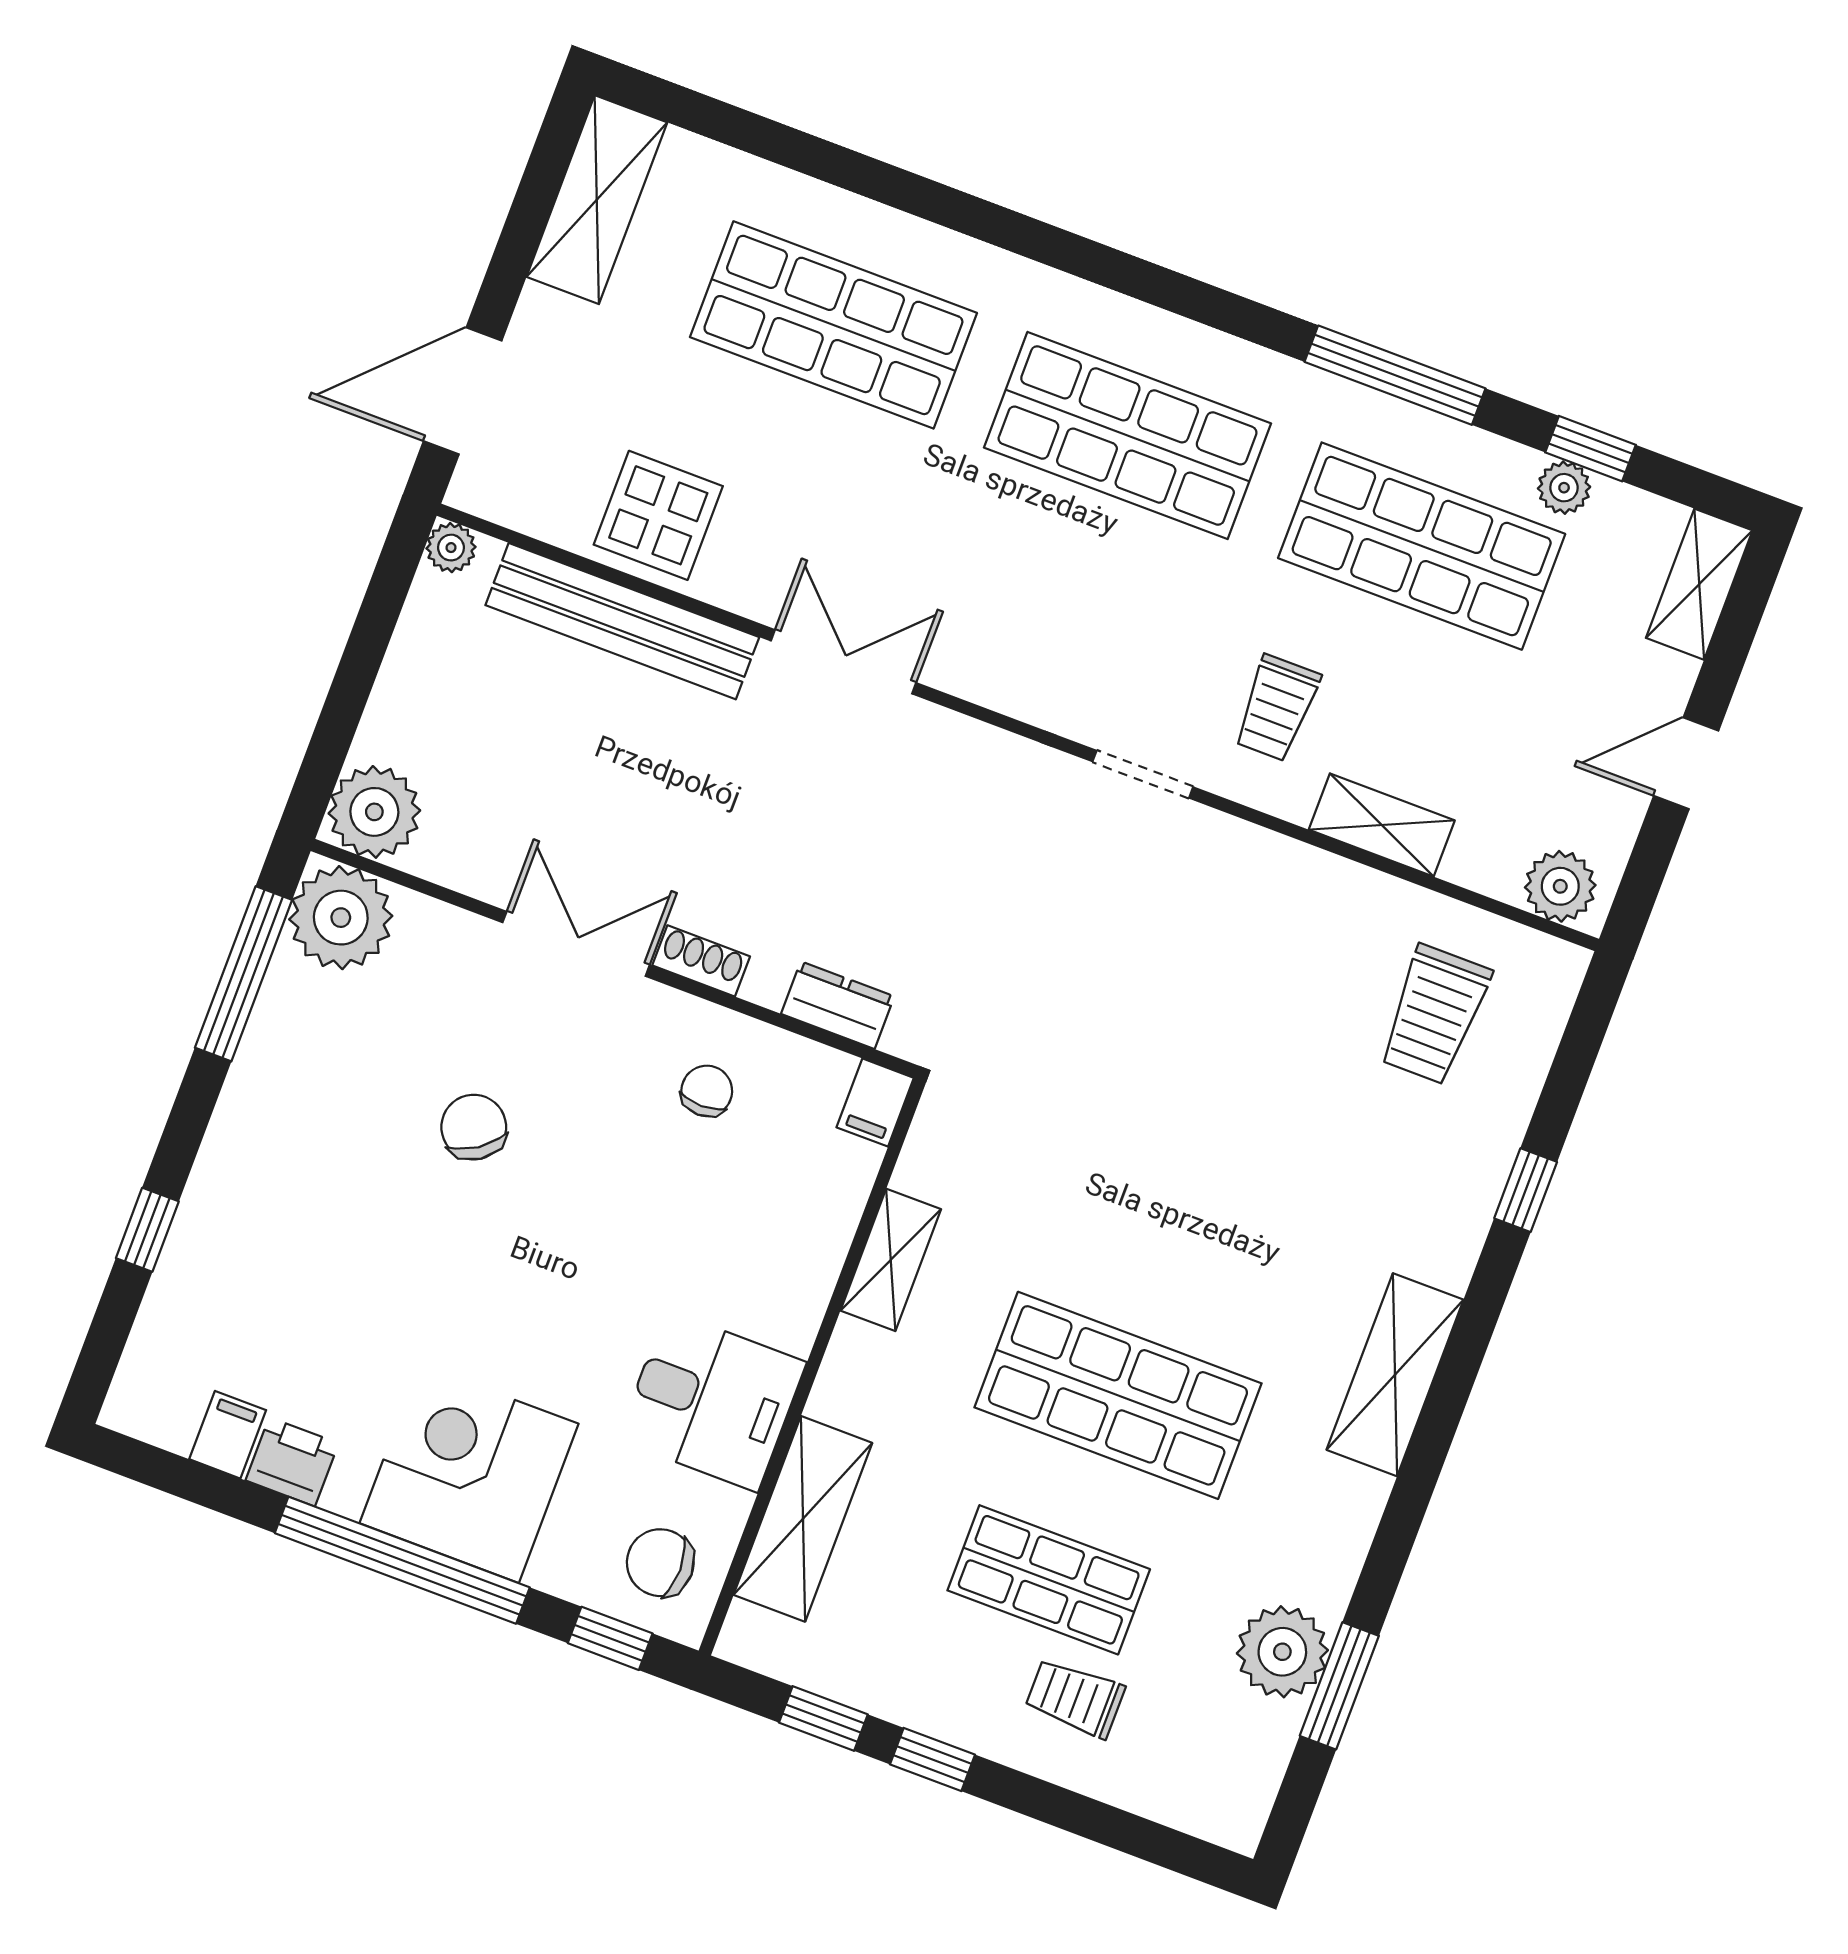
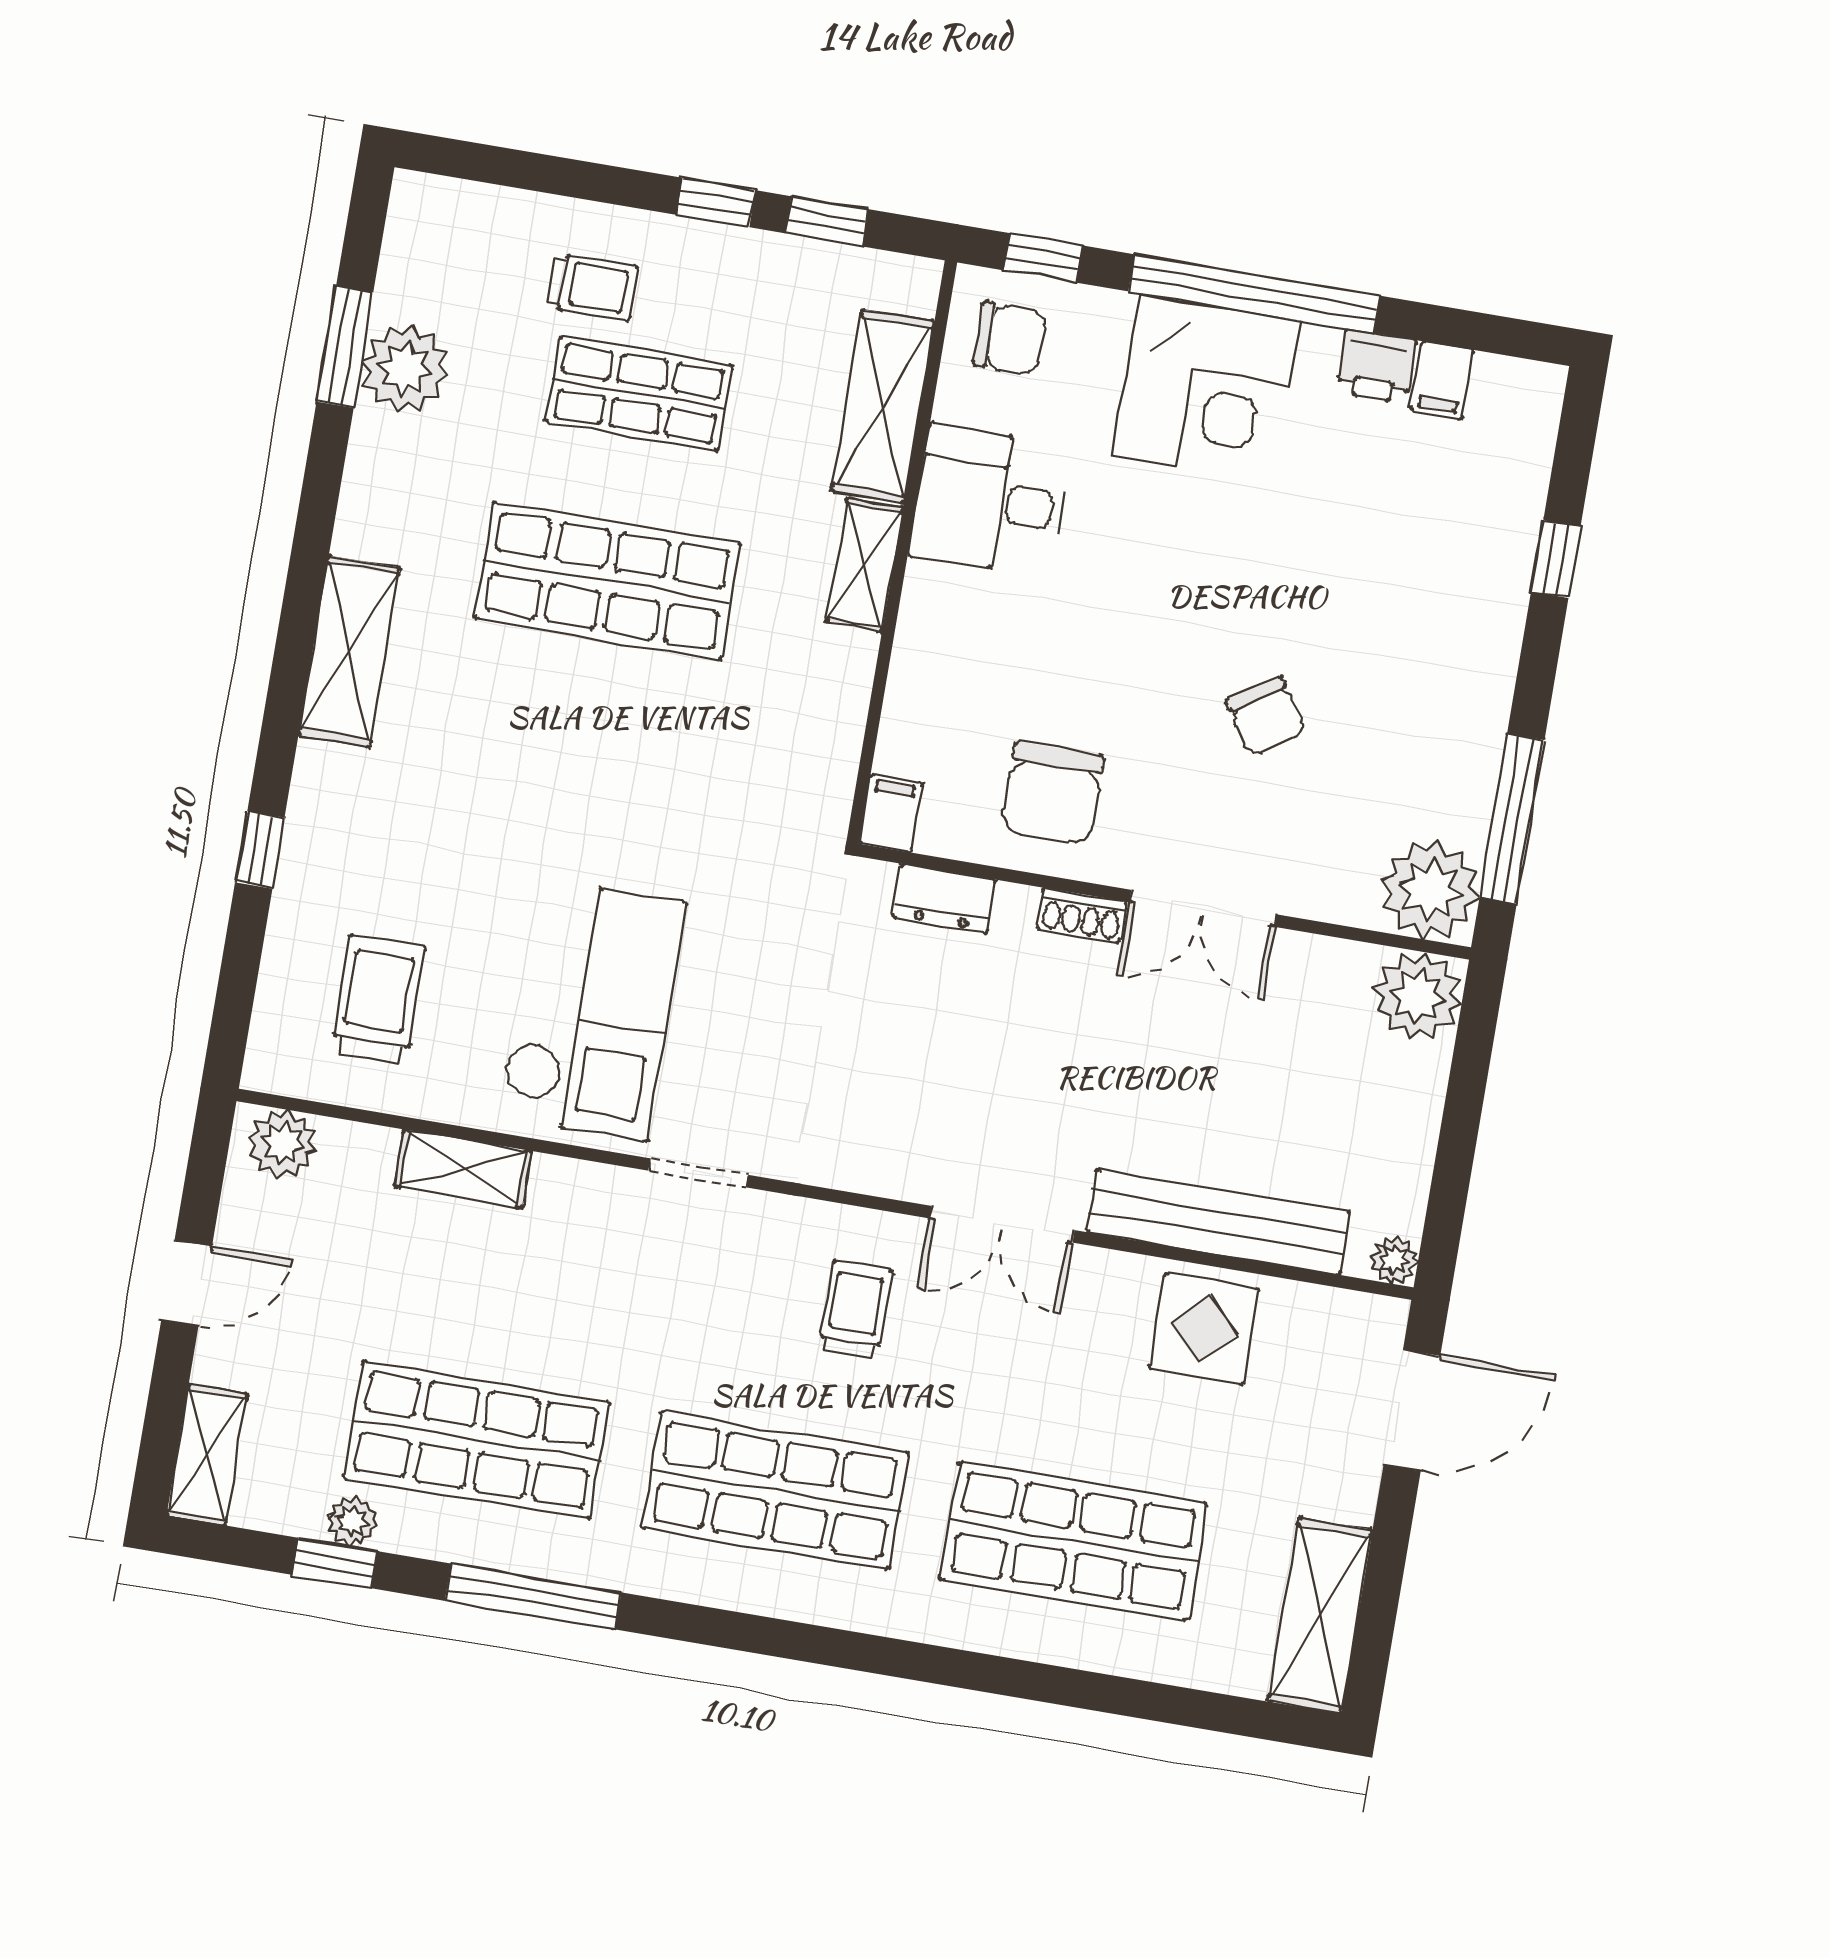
trolley: (1277, 708) -> (856, 1309), moved
checkout: (1218, 962) -> (593, 1009), added
chair: (707, 1091) -> (1052, 793), width x1.87, depth x1.87
shelving: (891, 1260) -> (865, 565), moved

